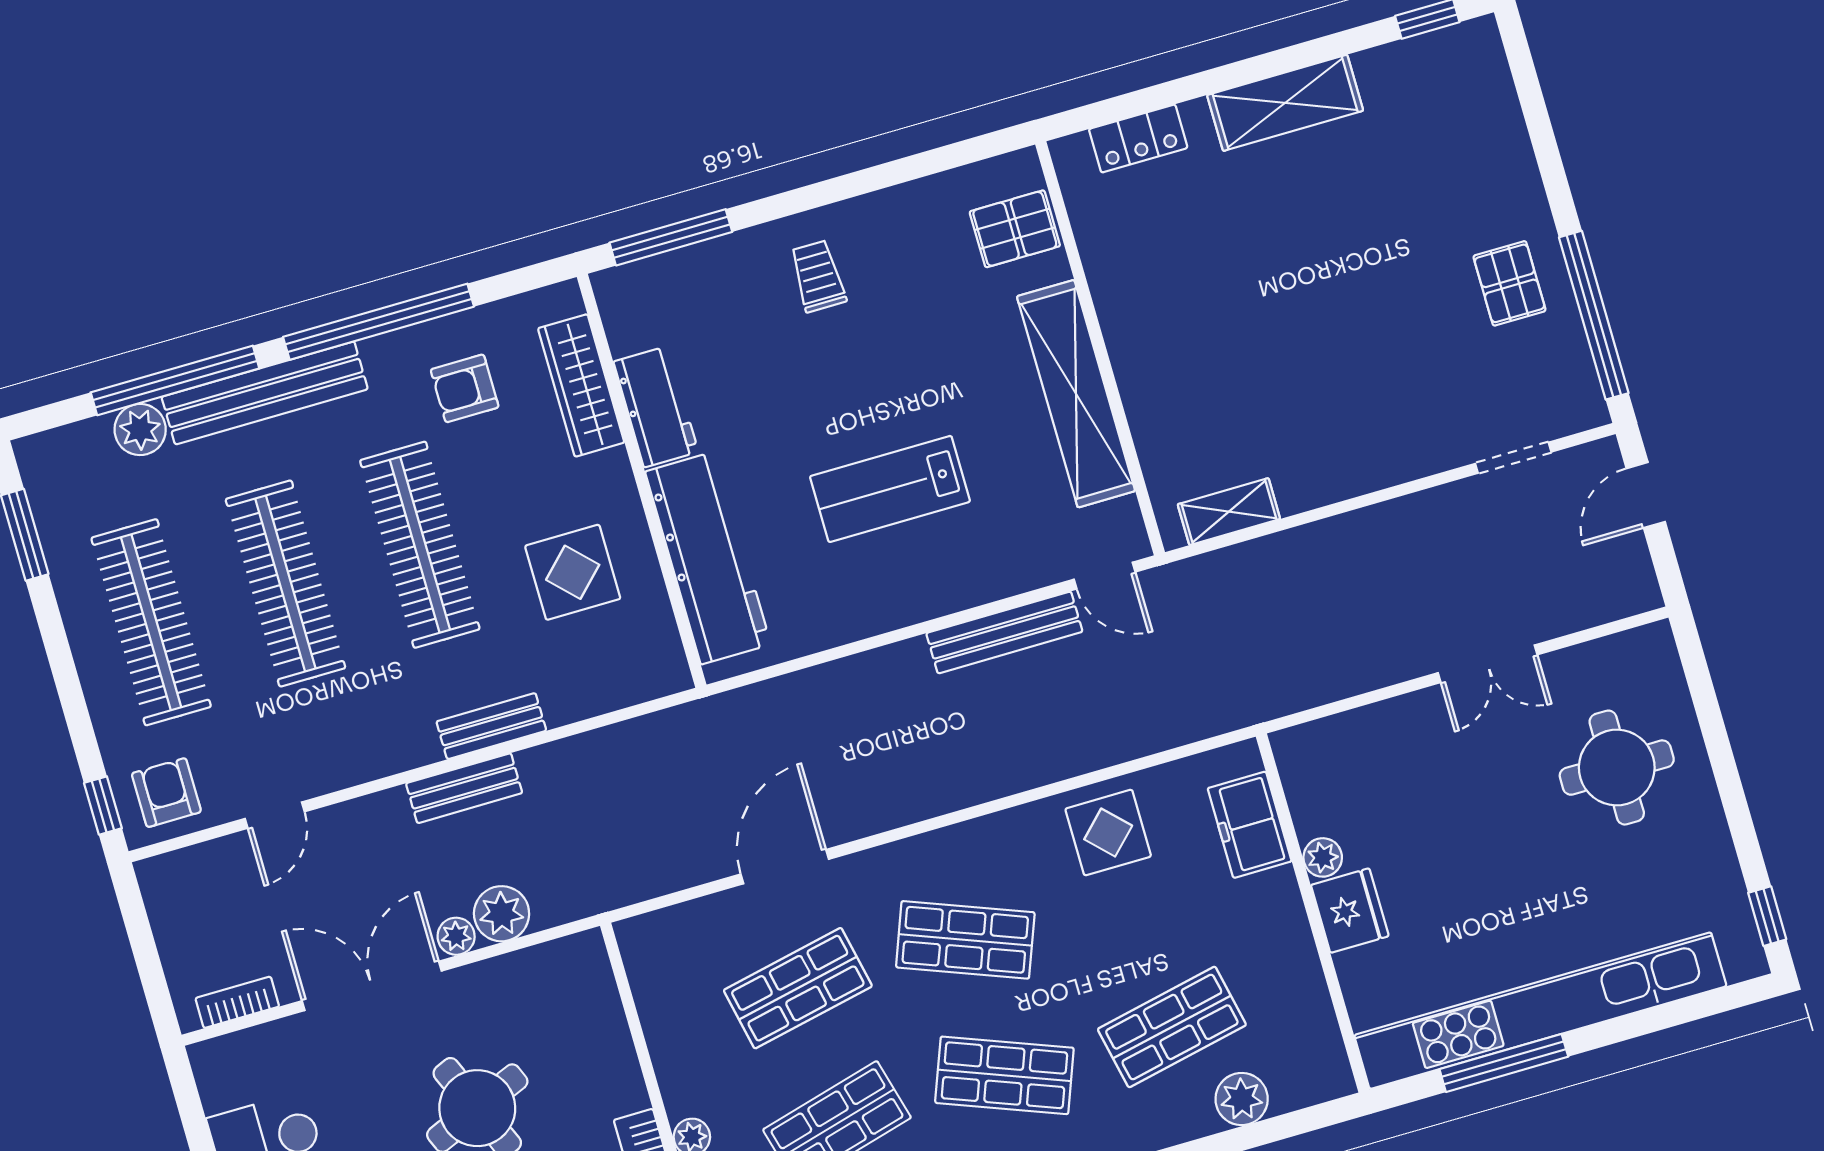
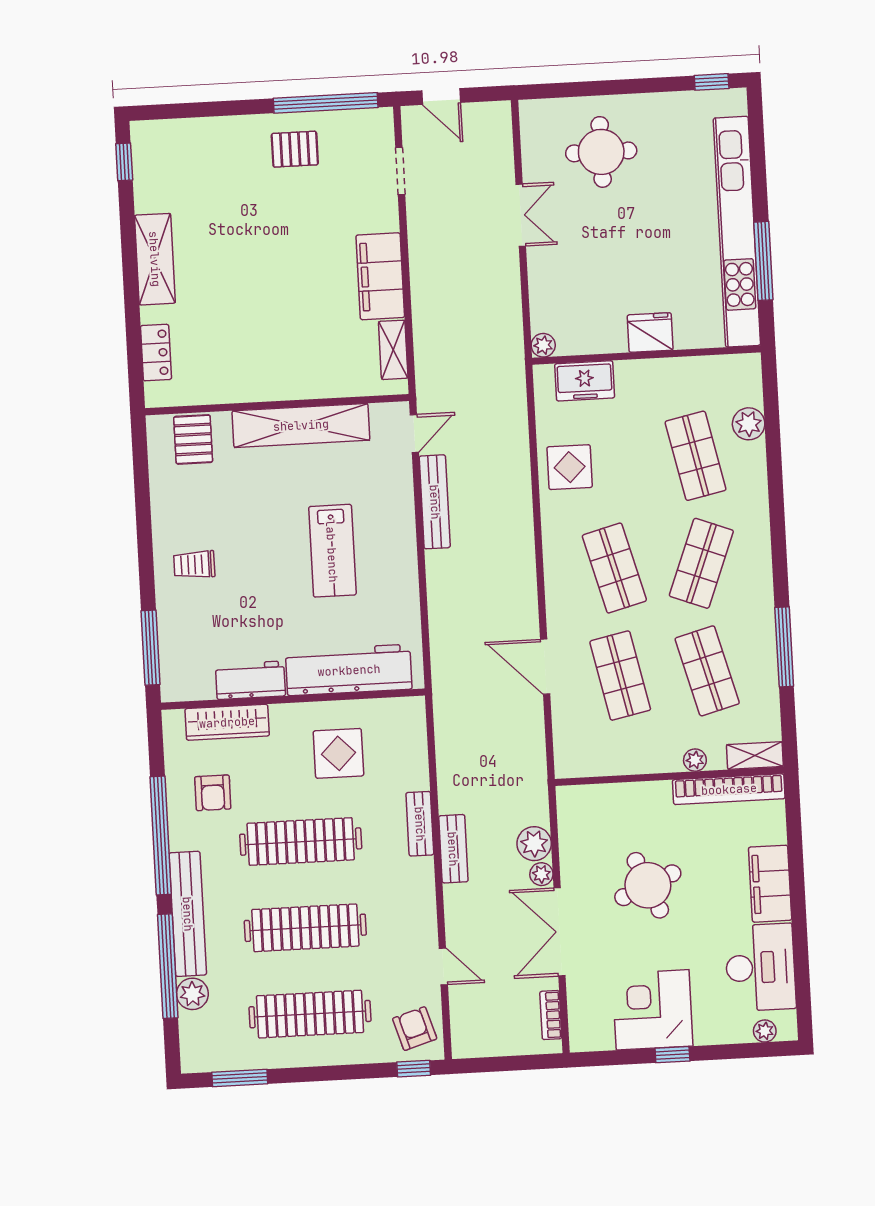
filing cabinet: (1340, 464) -> (380, 276), added
armchair: (166, 793) -> (415, 1029), turned 73
plant: (1323, 857) -> (543, 345), moved
shop shelf: (965, 940) -> (614, 568), turned -36

